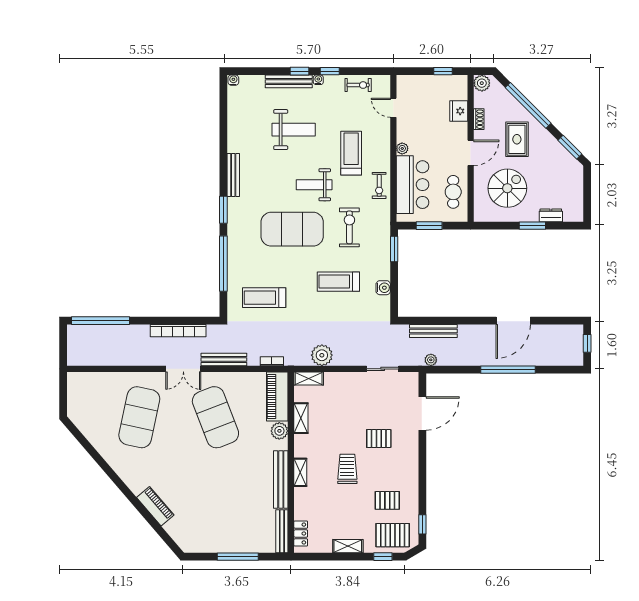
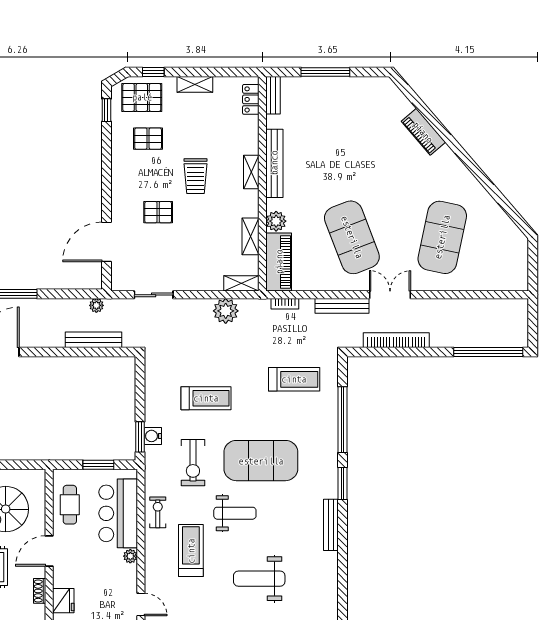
treadmill: (351, 153) -> (191, 551), turned 180
water cooler: (383, 288) -> (153, 436), moved
bench: (282, 531) -> (273, 95), width x0.73

